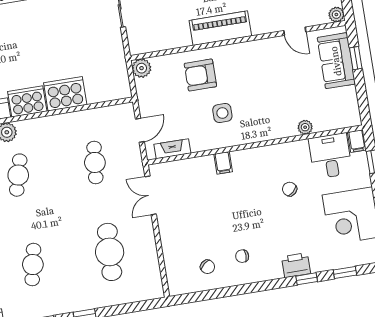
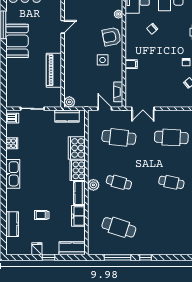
piano: (220, 28) -> (54, 70), moved
door: (295, 31) -> (63, 27), moved
kitchen counter: (117, 68) -> (67, 116), added
armchair: (200, 75) -> (112, 37), moved, turned 79
cafe table: (95, 162) -> (119, 137), width x1.37, depth x1.35

